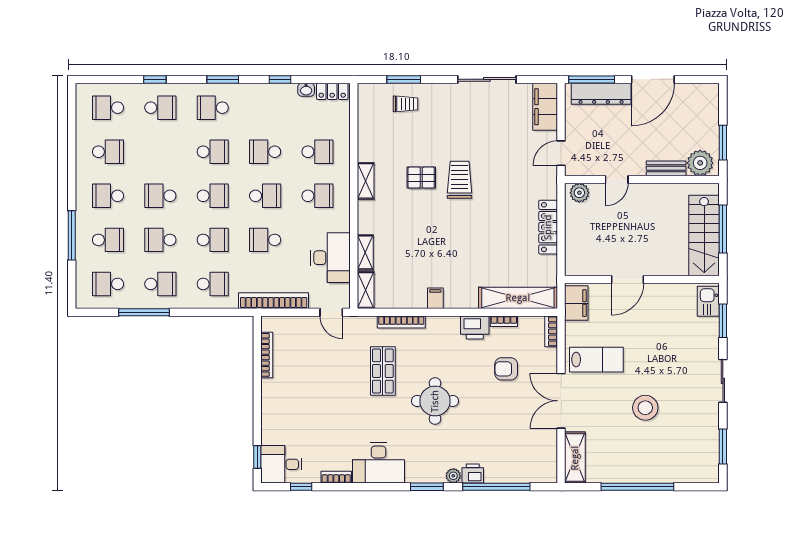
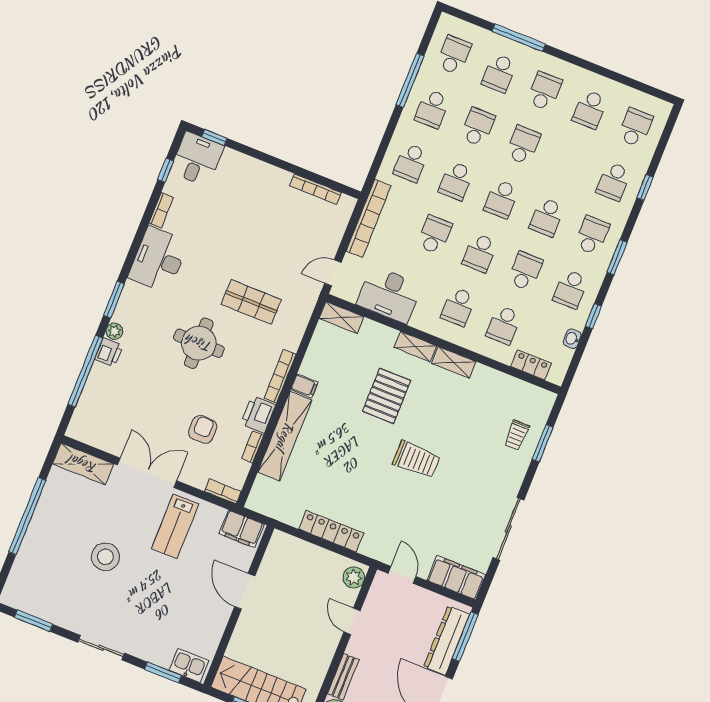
locker: (332, 91) -> (531, 365), moved, turned 90
school desk: (265, 108) -> (571, 289), added
pallet: (421, 178) -> (387, 396), moved, width x1.50, depth x1.42
shelving: (365, 252) -> (415, 347), moved
shelving: (518, 298) -> (285, 436), moved
bookcase: (401, 322) -> (280, 376), moved

